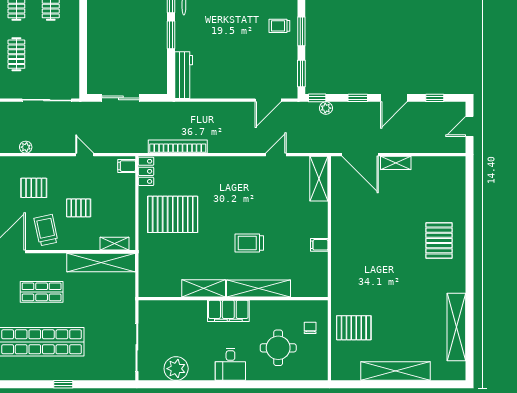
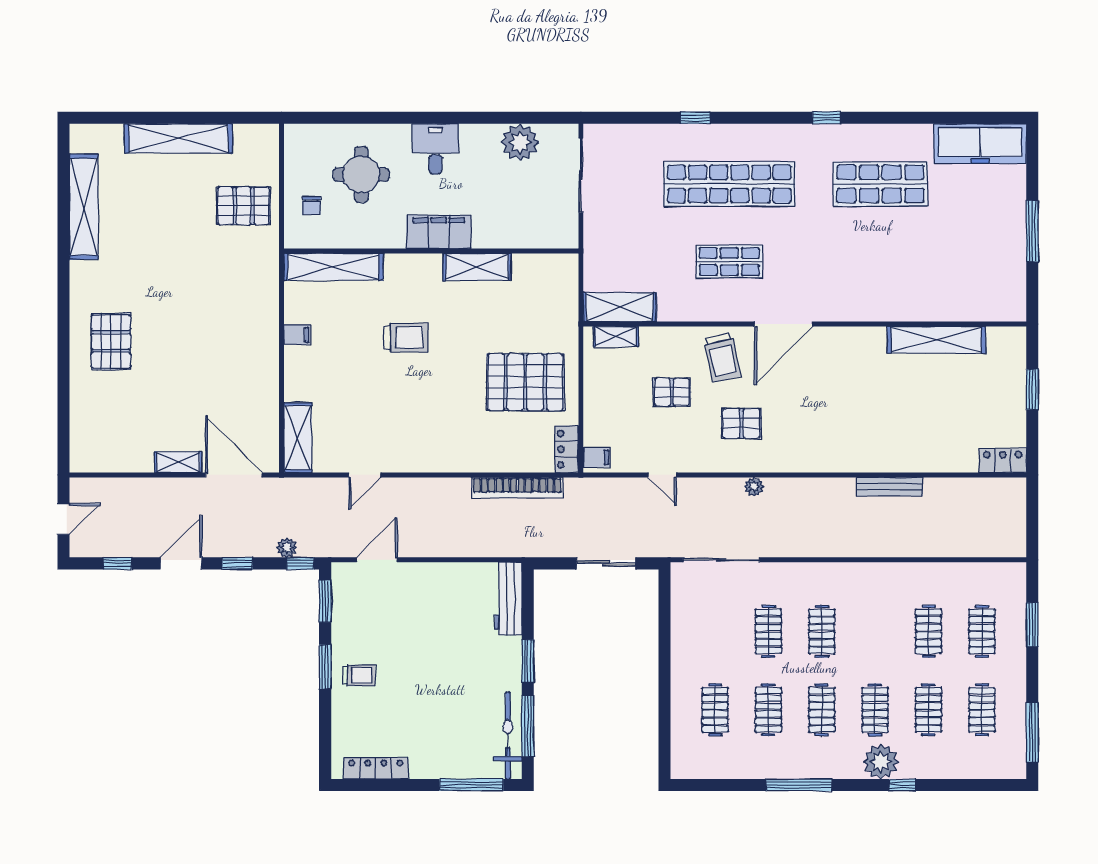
shelving: (101, 263) -> (620, 307), width x0.68
shelving: (258, 288) -> (333, 267), moved

